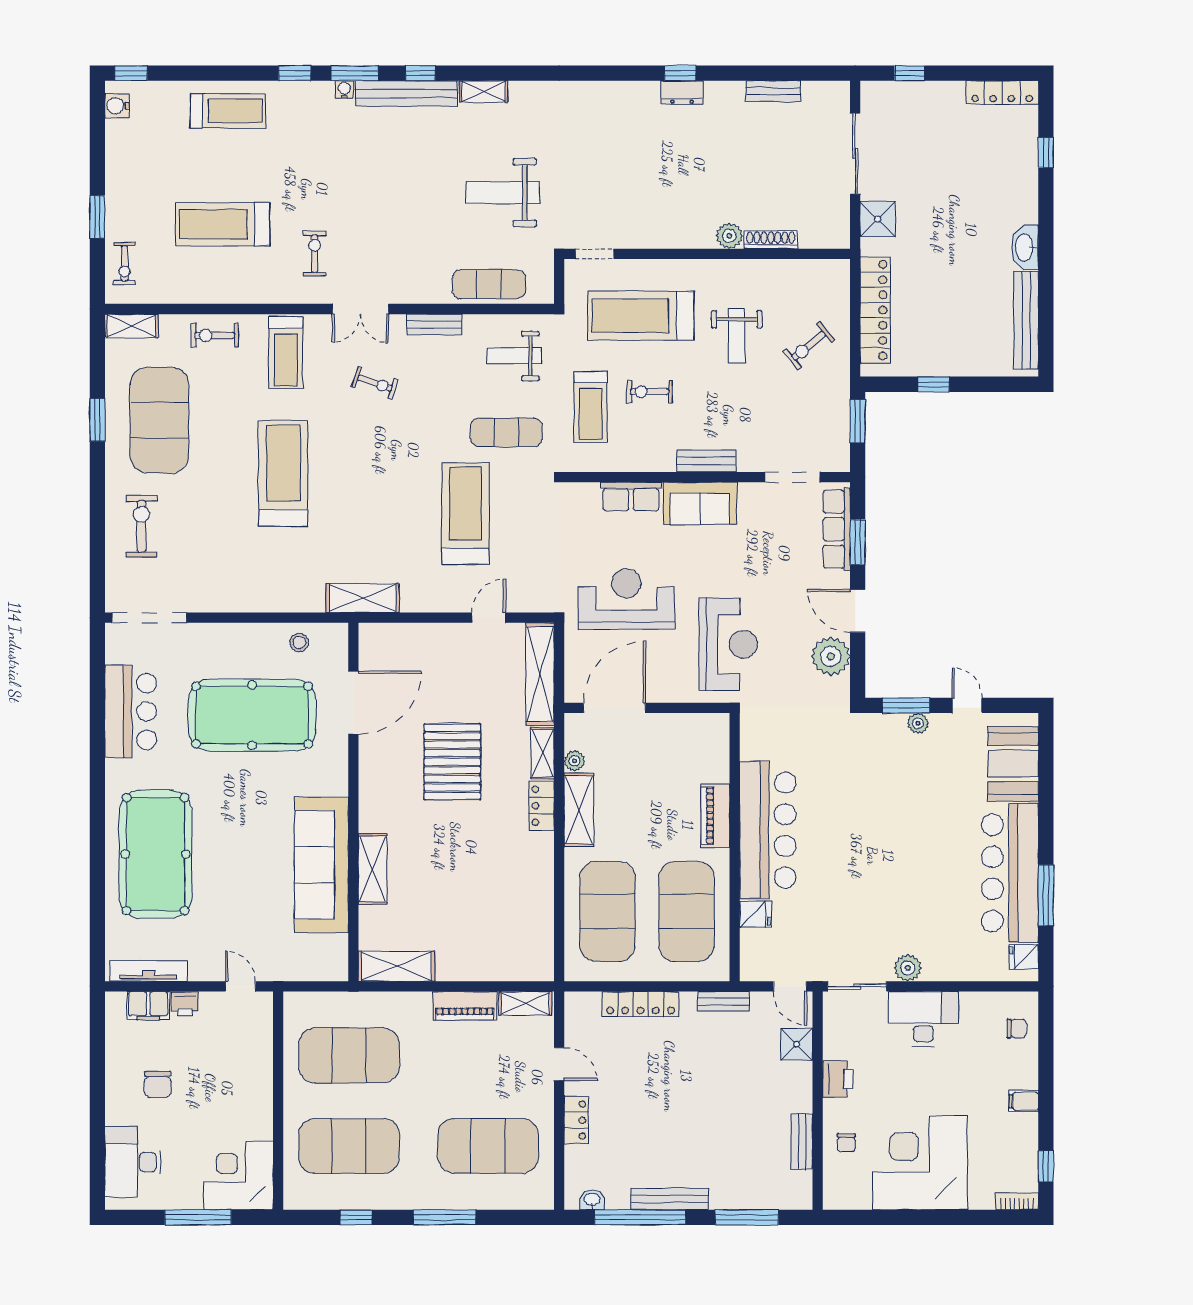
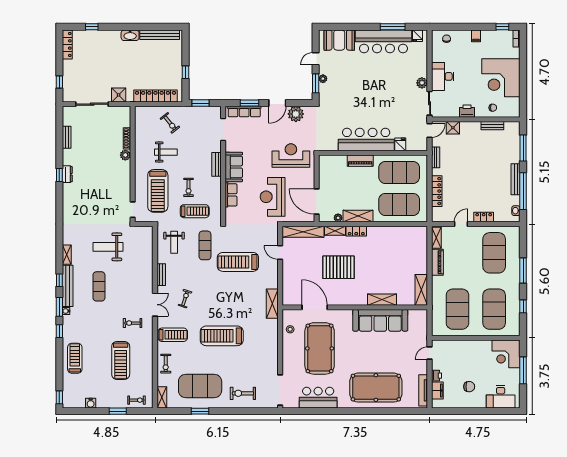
water cooler: (117, 106) -> (91, 403), moved
weight bench: (503, 193) -> (108, 247), turned 90
exercise mat: (489, 284) -> (99, 286), moved

